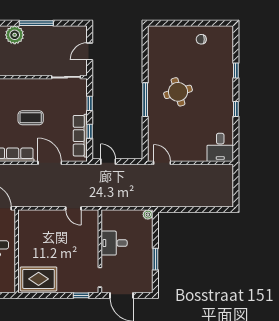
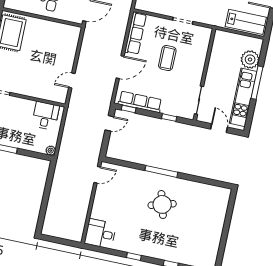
kitchen unit: (54, 34) -> (243, 97), added
chair: (201, 39) -> (208, 237), removed
window: (90, 131) -> (129, 109), moved
desk: (114, 243) -> (46, 116), moved

